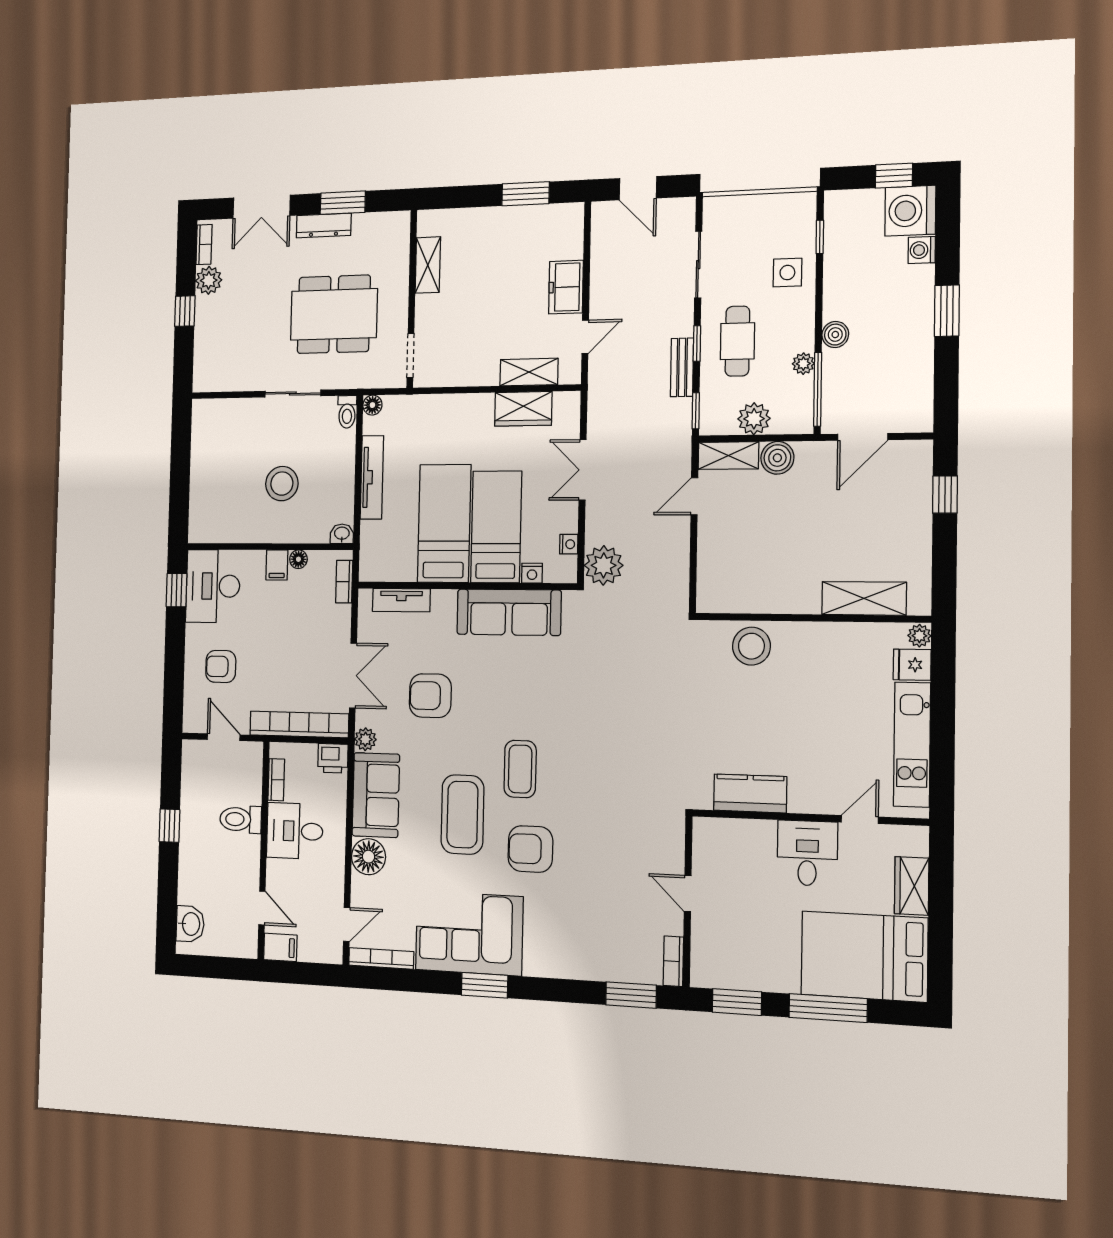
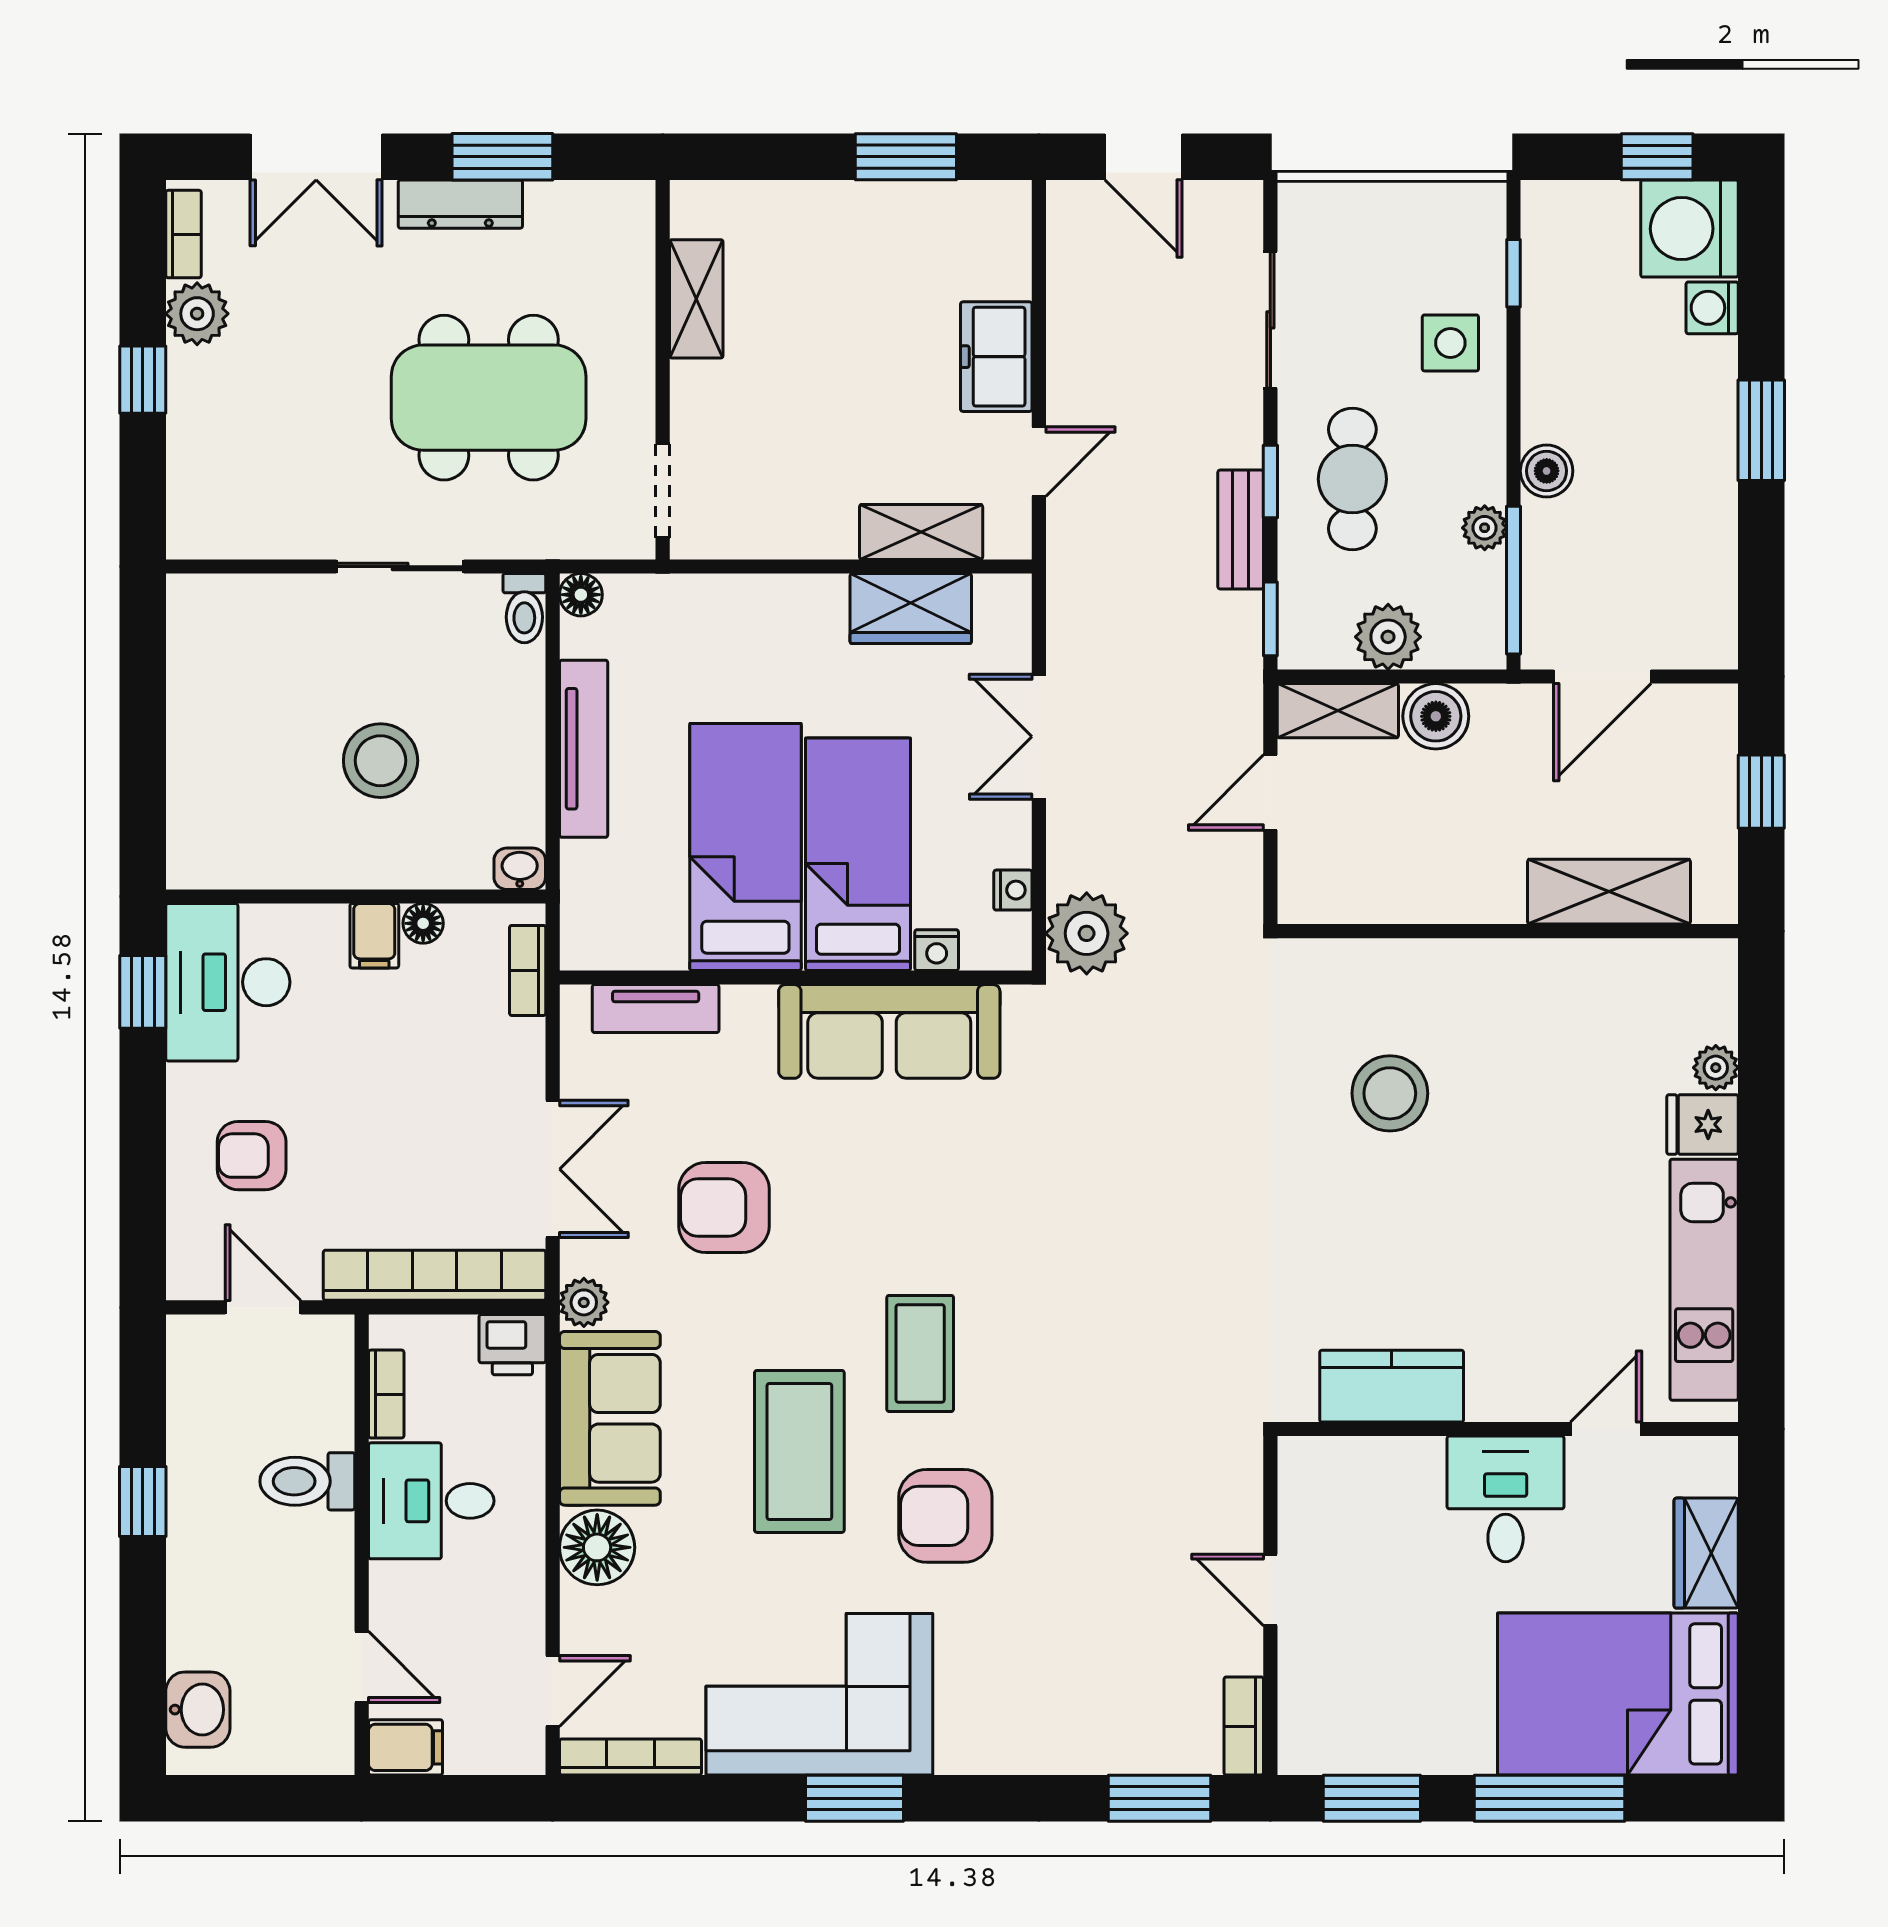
shelving: (864, 598) -> (1609, 892), moved
wall: (812, 618) -> (1508, 931), moved

